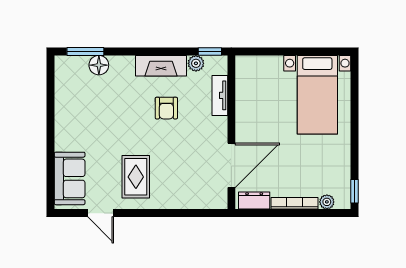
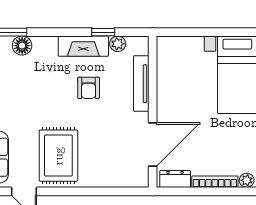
window: (210, 51) -> (103, 32), moved
tv unit: (220, 95) -> (141, 84), width x1.41
rug: (136, 177) -> (58, 156), width x1.36, depth x1.43

